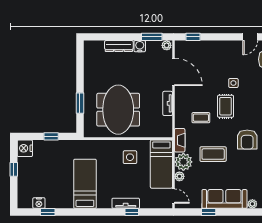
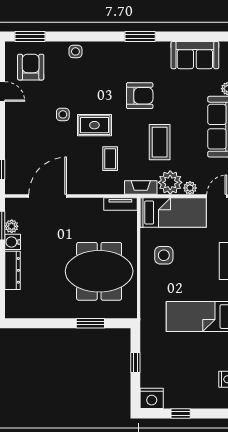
plant: (167, 45) -> (12, 226), moved
tv unit: (168, 103) -> (120, 204), moved

